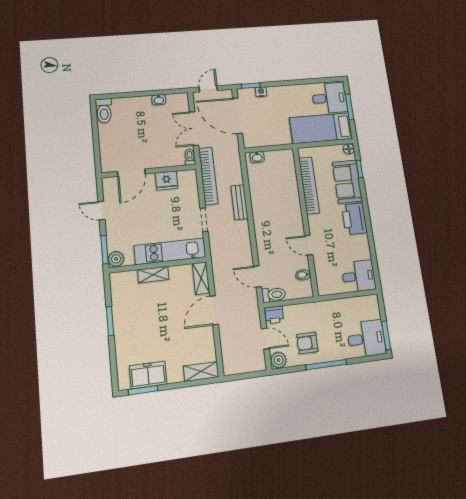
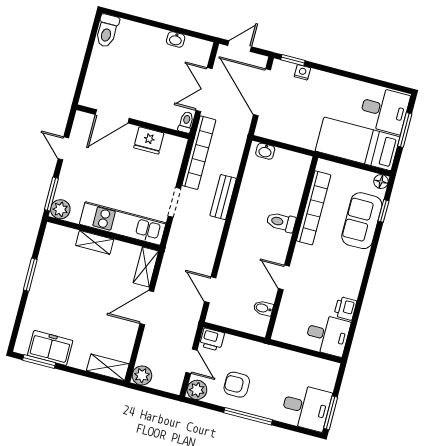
printer: (354, 219) -> (345, 308), moved, width x0.53, depth x0.68
toilet: (274, 295) -> (281, 222), moved, turned 180
plant: (231, 367) -> (142, 375), added

